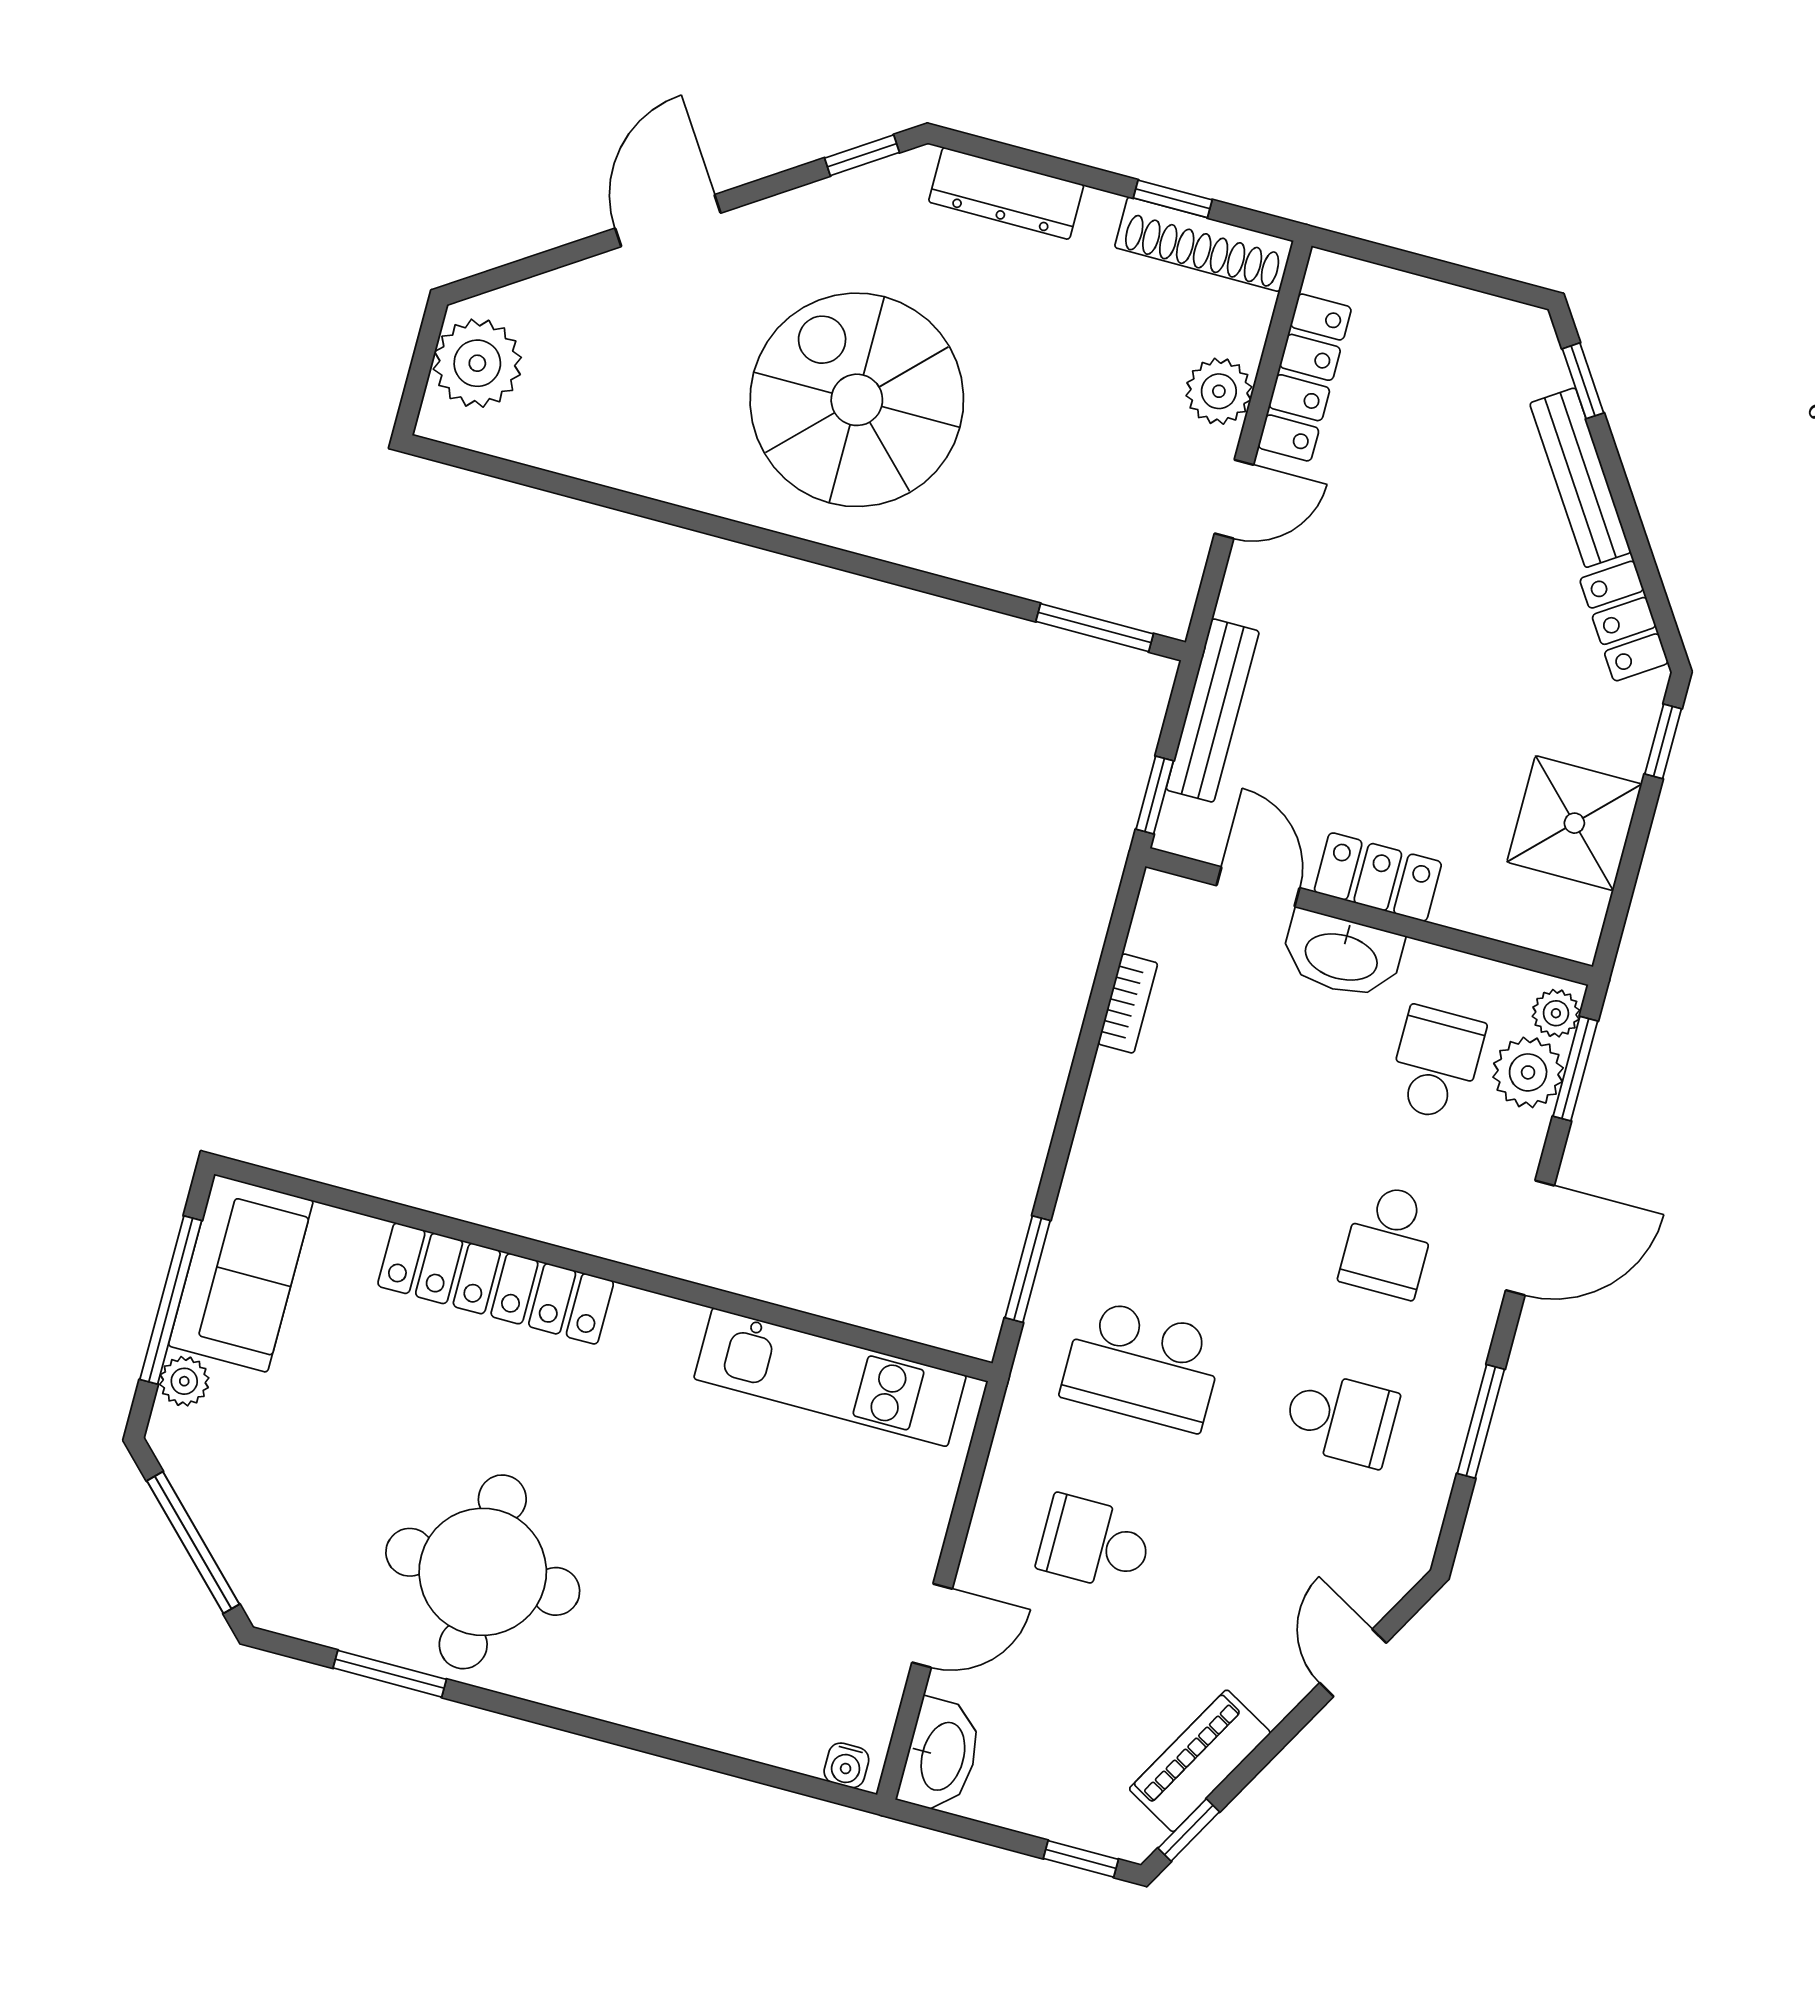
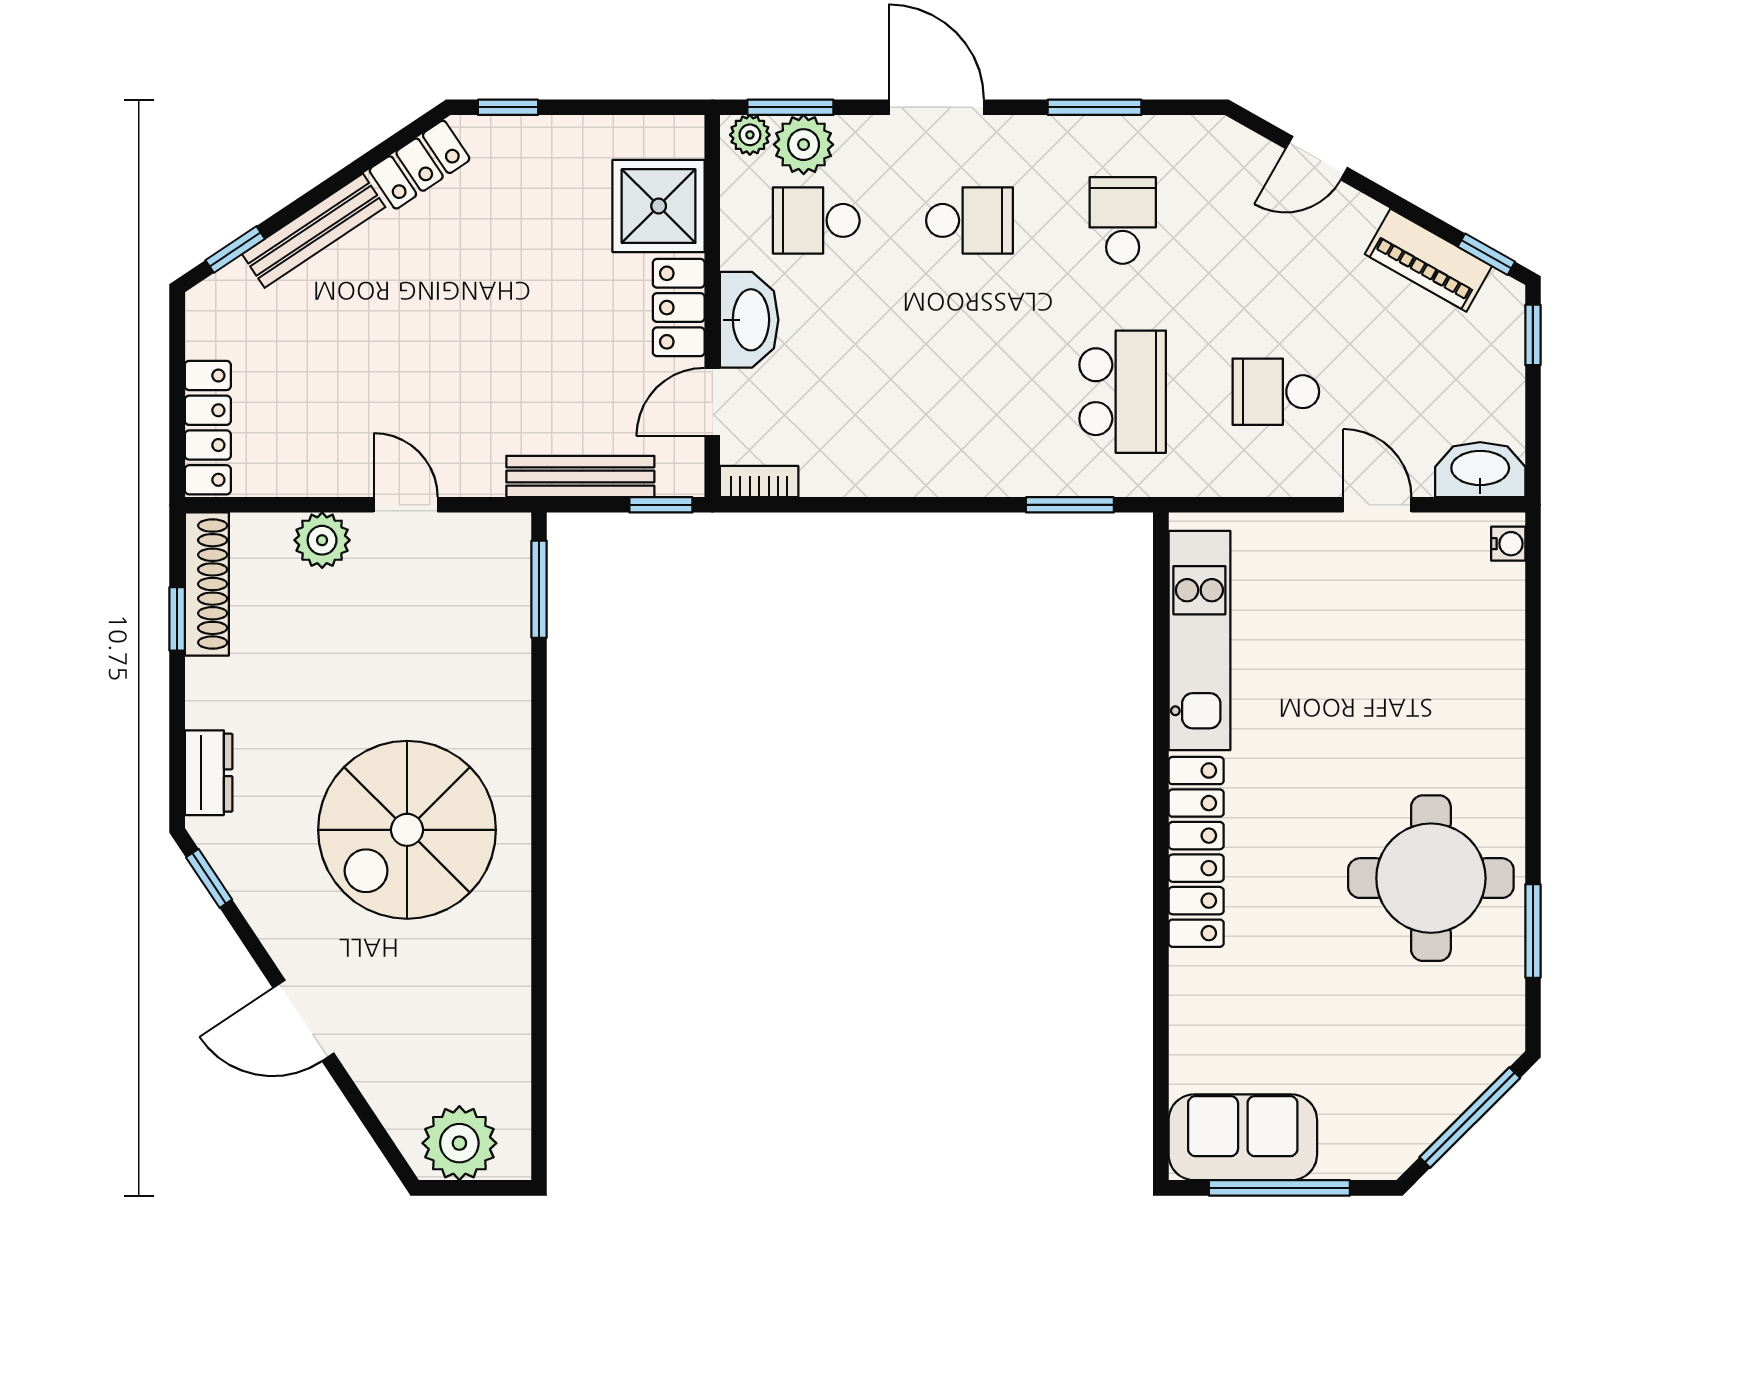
dresser: (1006, 193) -> (209, 773), width x0.70
locker: (1305, 377) -> (208, 428), moved, turned 90
shower: (1574, 823) -> (659, 206), moved
bookcase: (1128, 1003) -> (759, 482), moved
locker: (496, 1284) -> (1196, 852), moved
plant: (184, 1381) -> (1342, 1159), removed
school desk: (1095, 1543) -> (1276, 392), turned 90

